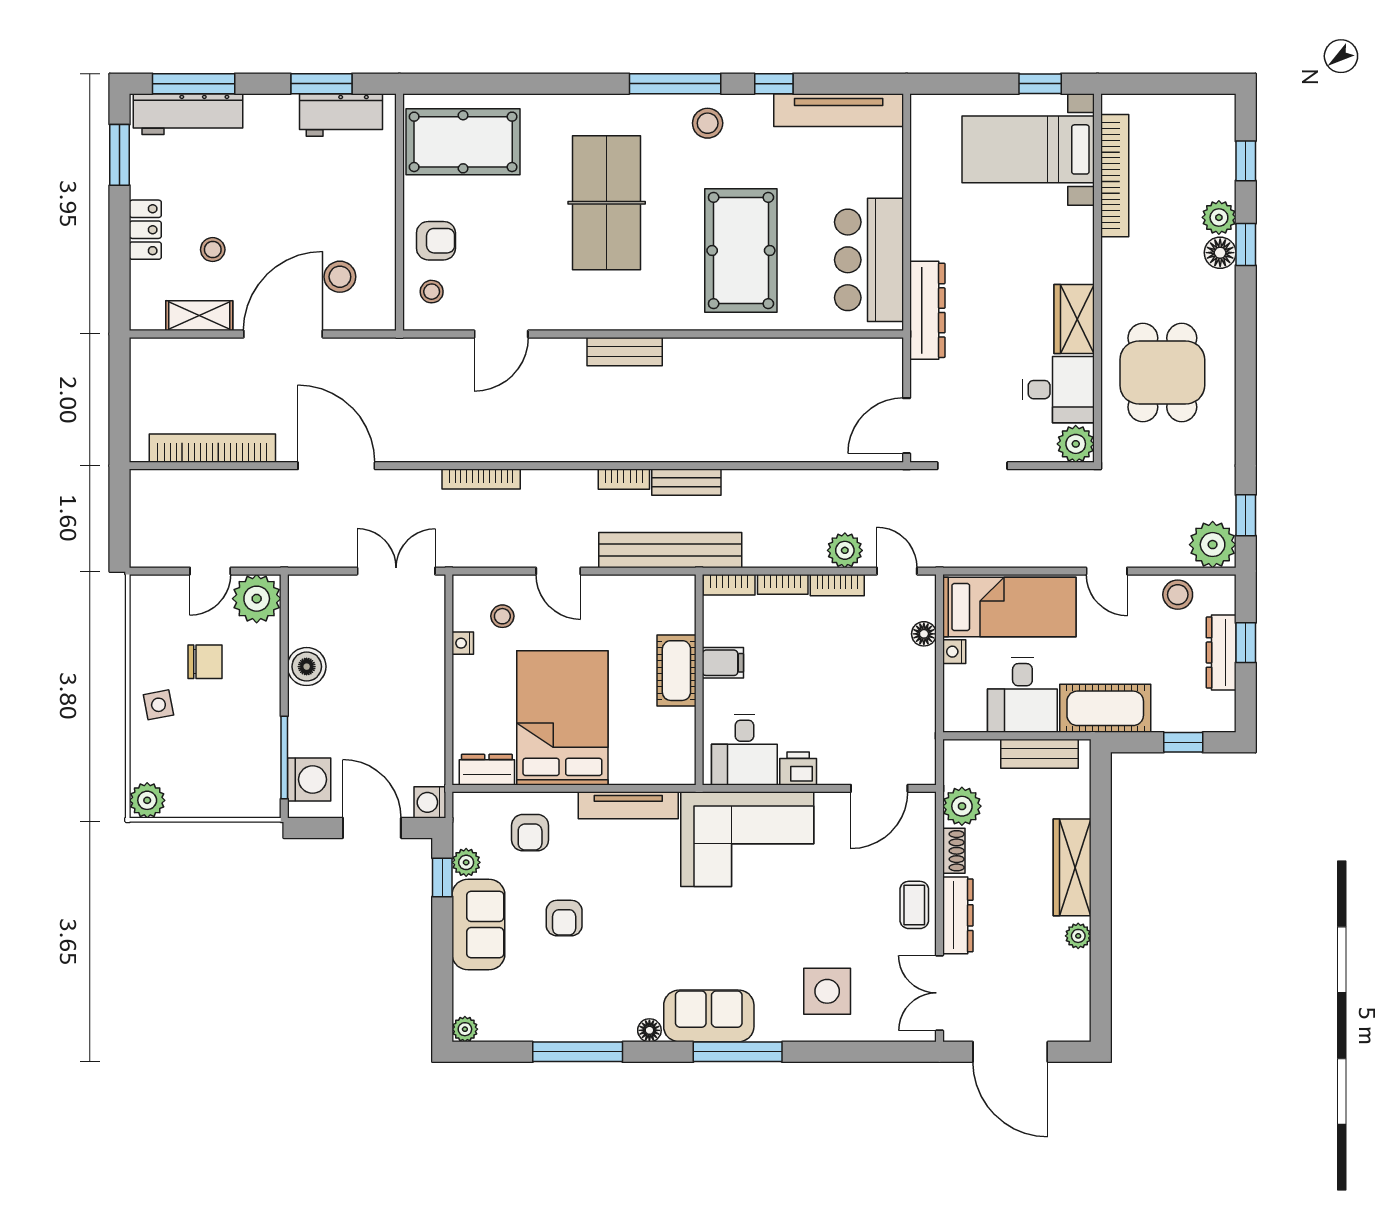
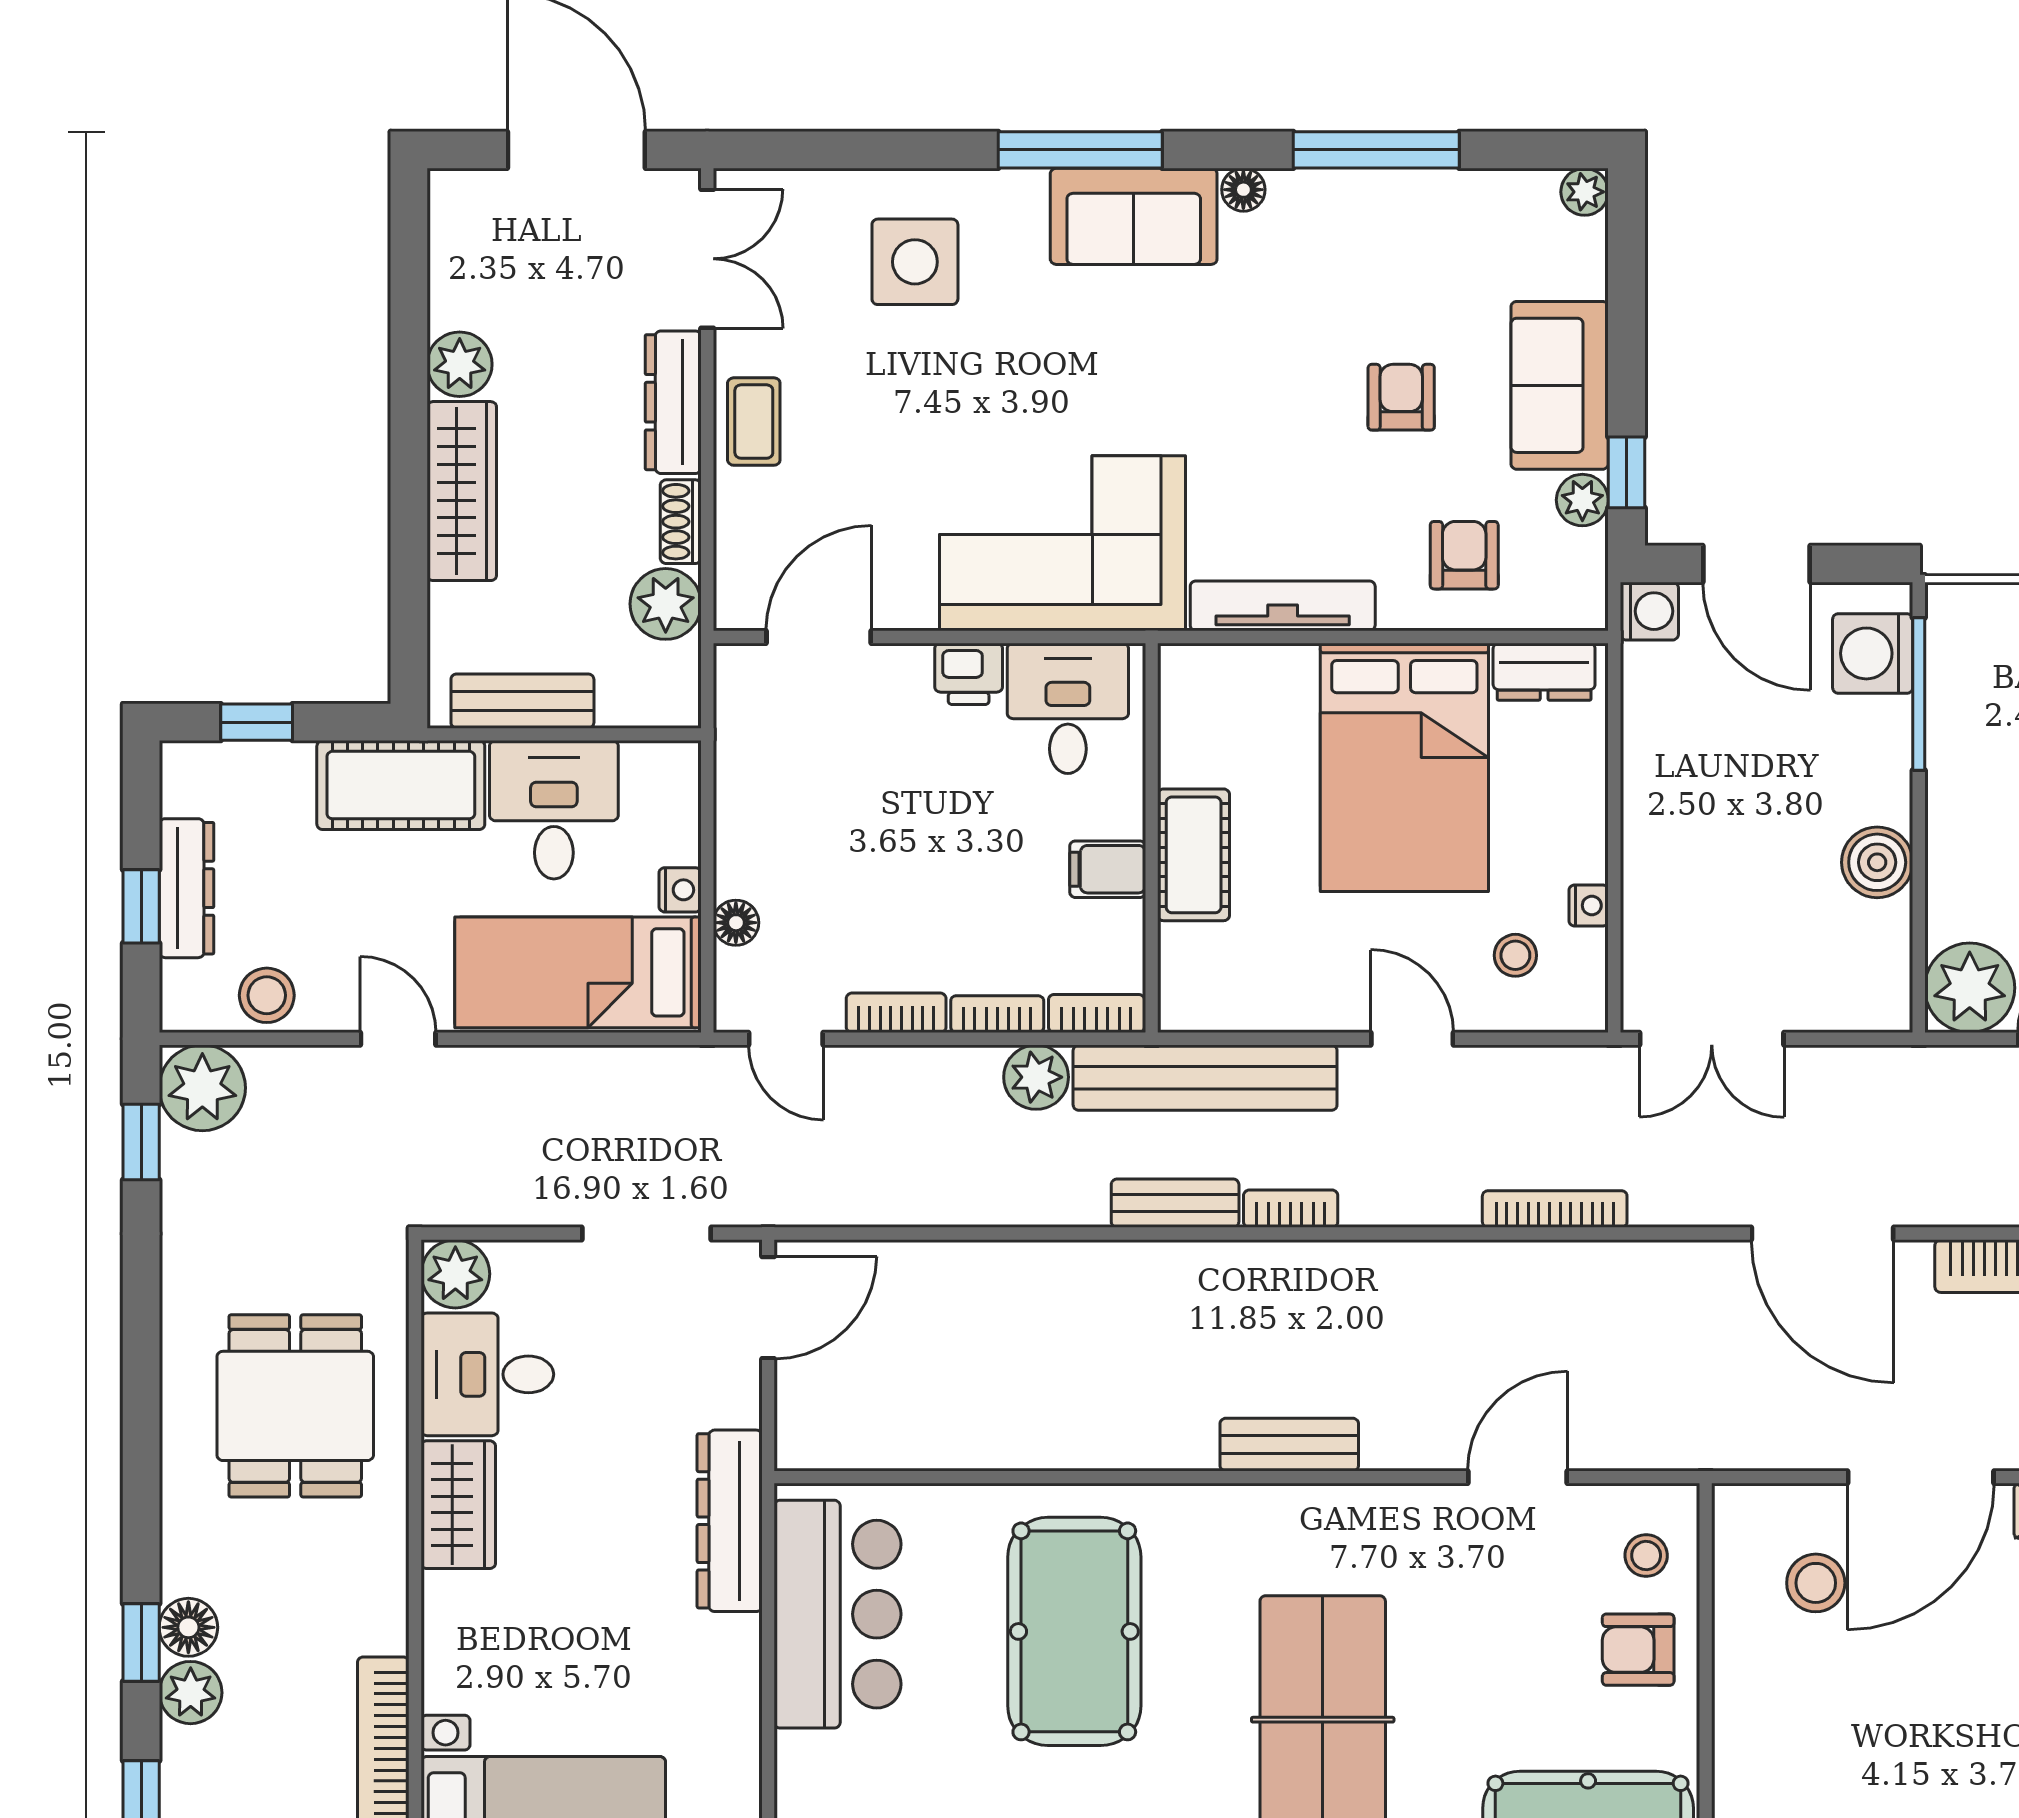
plant: (845, 550) -> (1036, 1077), moved
plant: (1078, 936) -> (460, 364), width x1.38, depth x1.38

